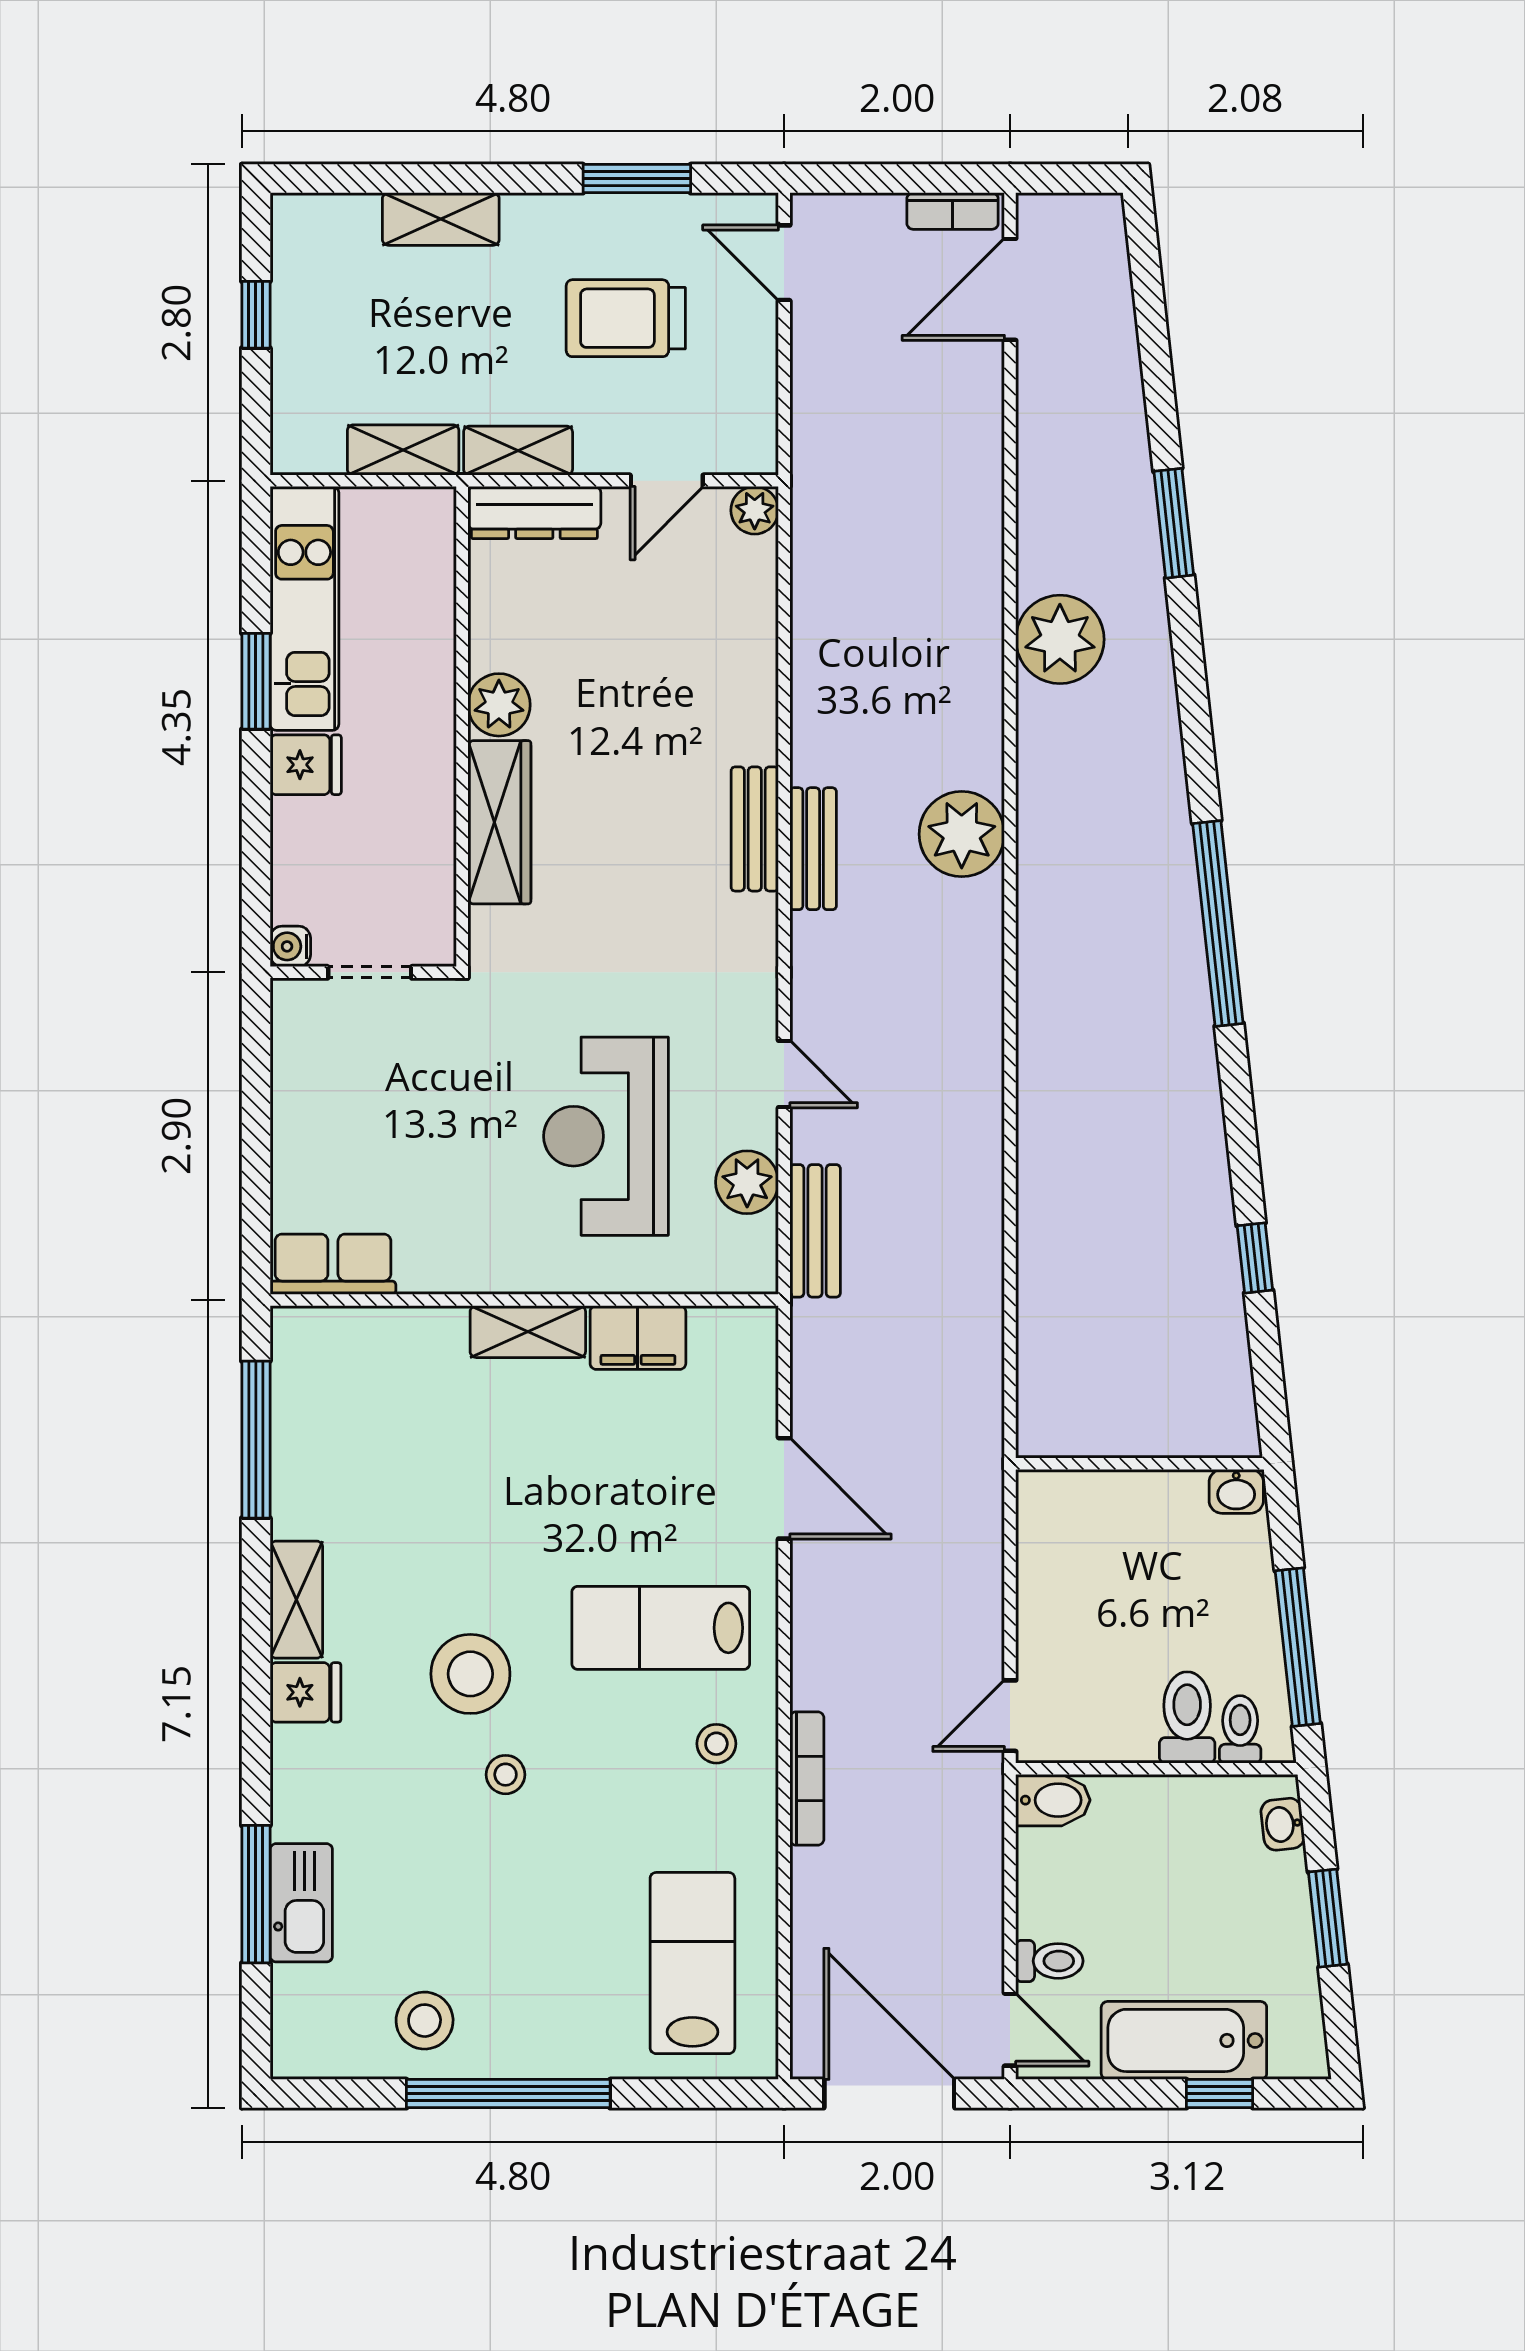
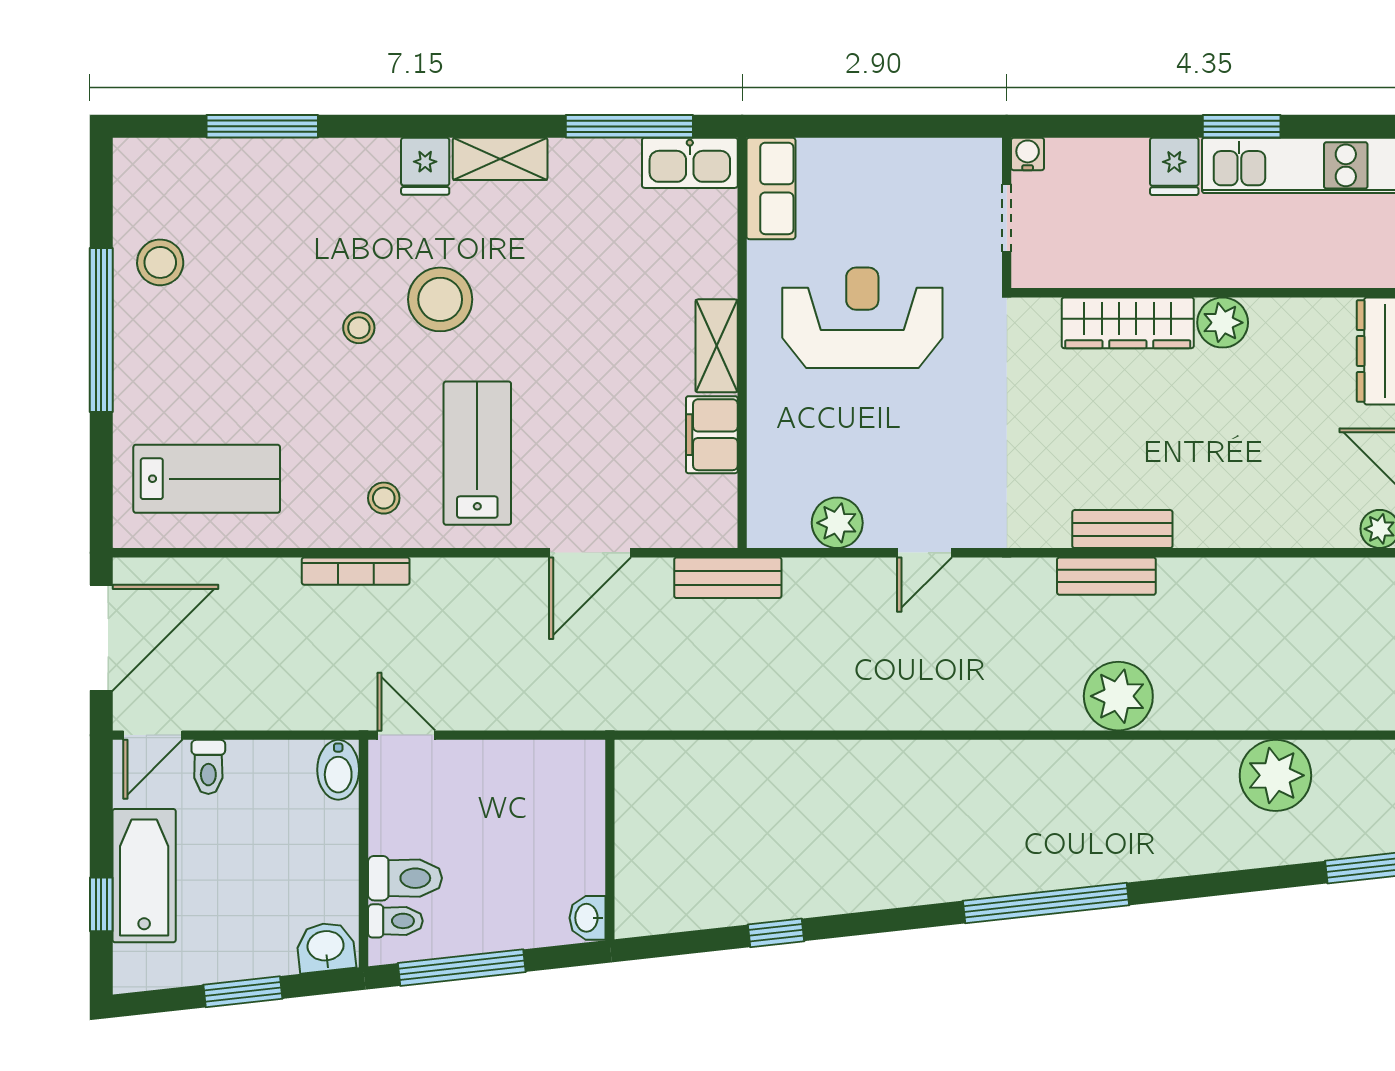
reception desk: (606, 1136) -> (862, 318), moved
bench: (815, 1231) -> (728, 578), moved
washbasin: (1283, 1824) -> (326, 947), width x1.38, depth x1.45
kitchen sink: (301, 1903) -> (690, 163), moved

